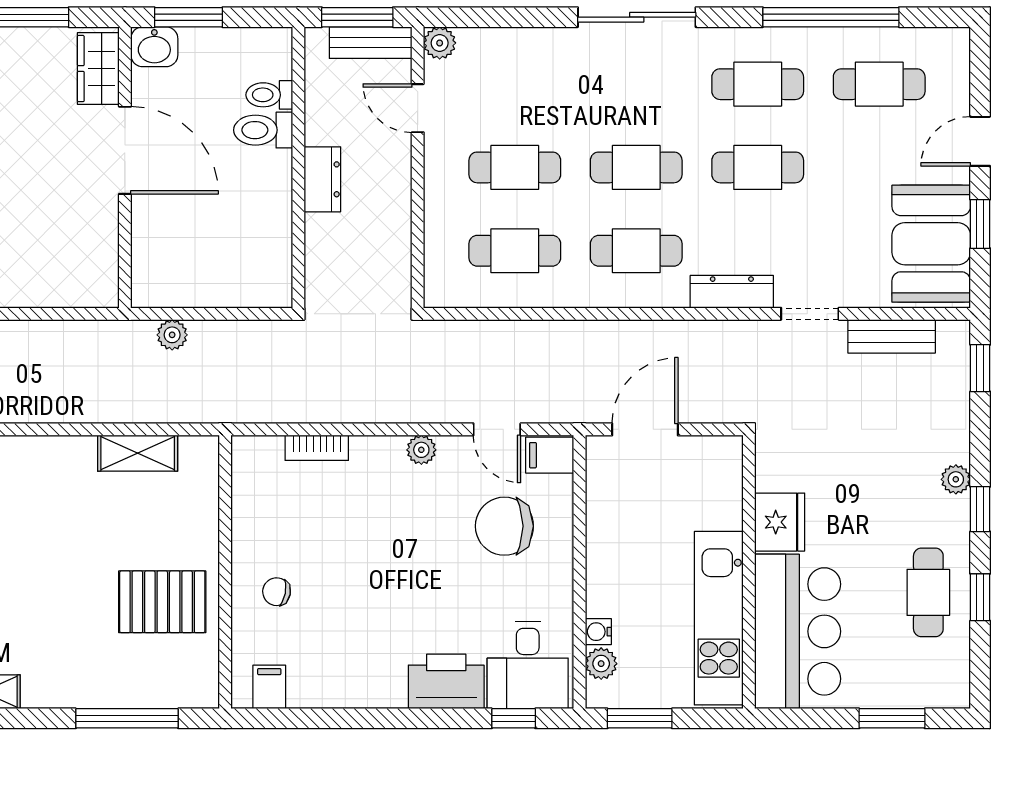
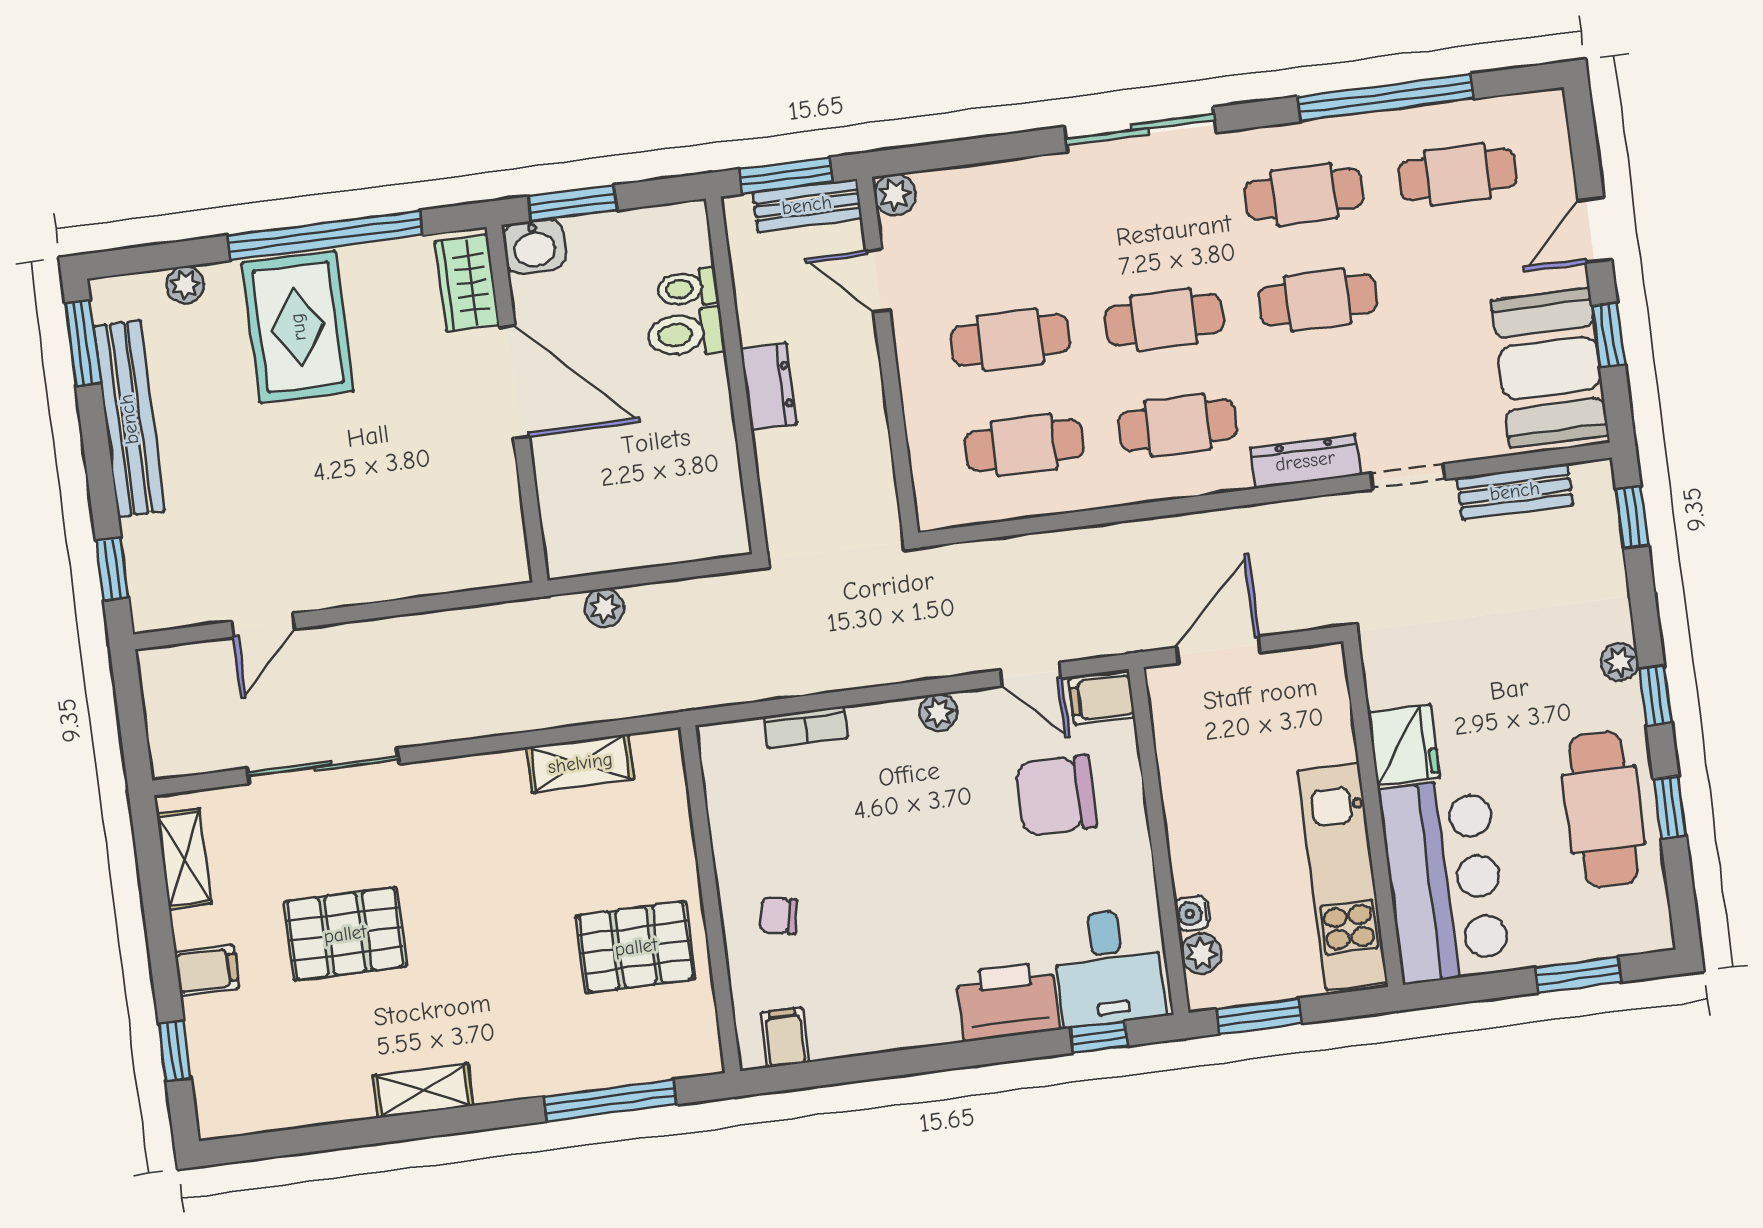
cafe table: (928, 592) -> (1603, 809), width x1.37, depth x1.35

